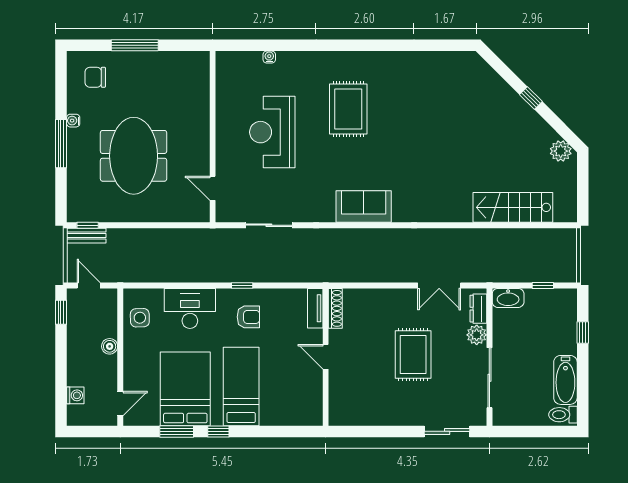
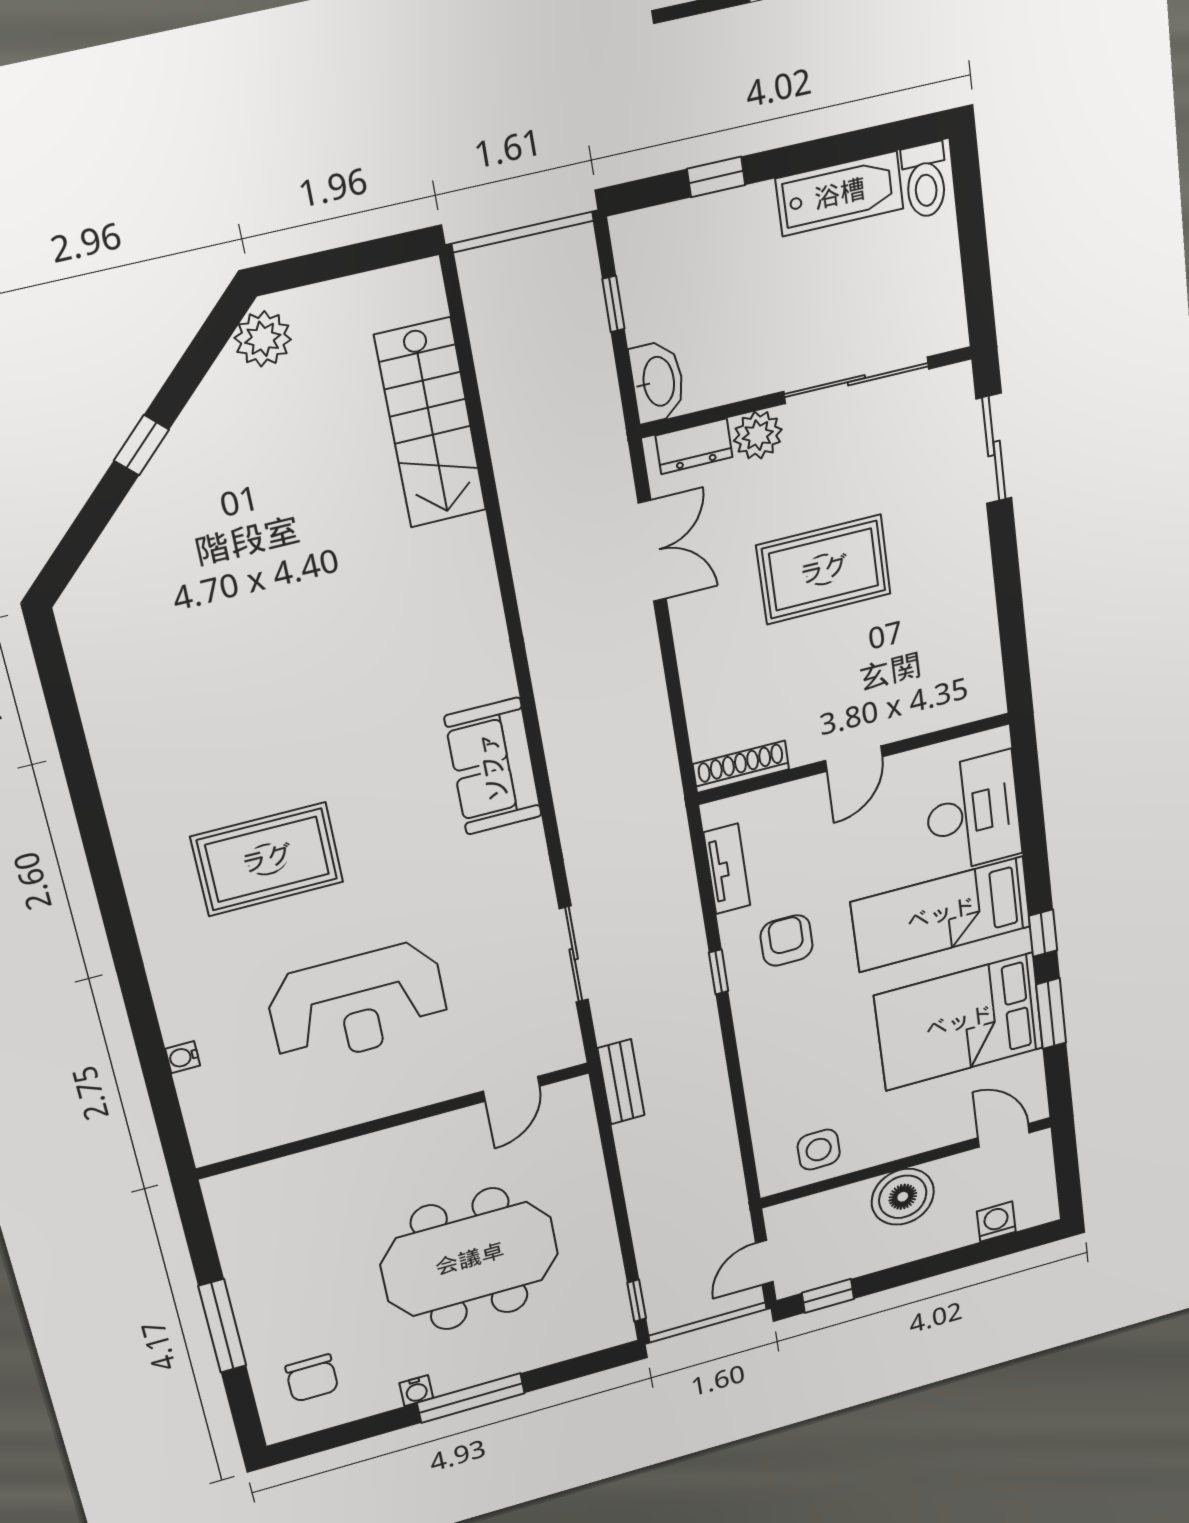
bench: (86, 236) -> (621, 1082), moved
desk: (190, 308) -> (973, 813), moved, turned 180
tv unit: (315, 308) -> (727, 869), moved, turned -90
boiler: (110, 346) -> (903, 1197), width x1.86, depth x1.86

